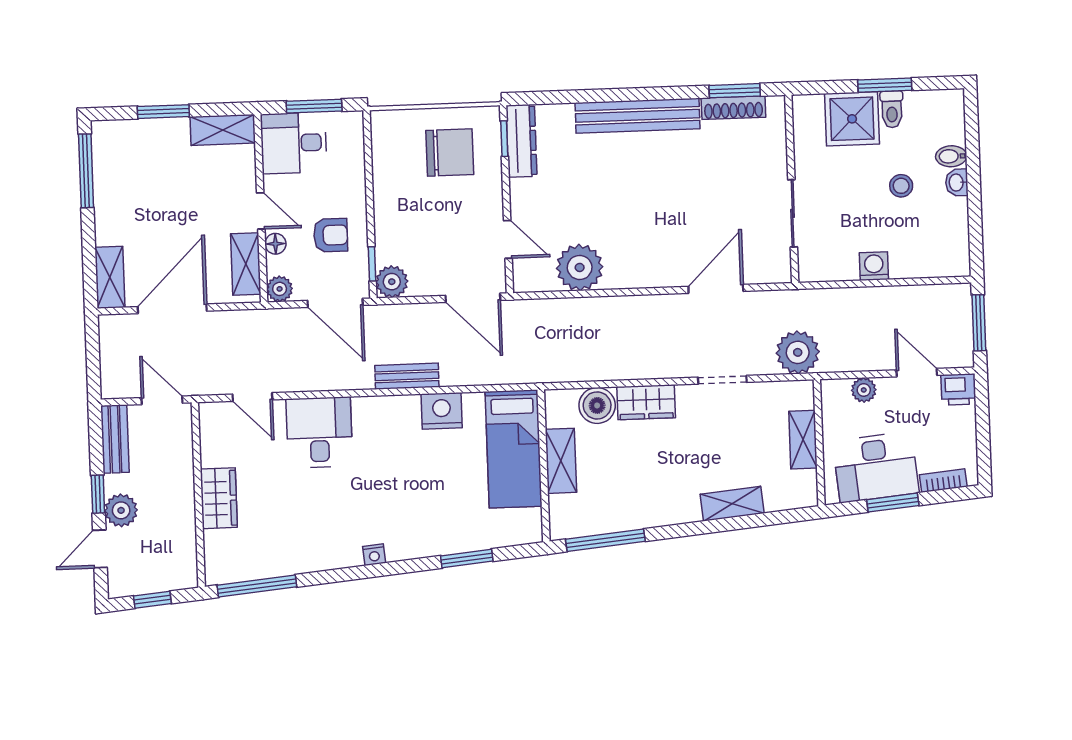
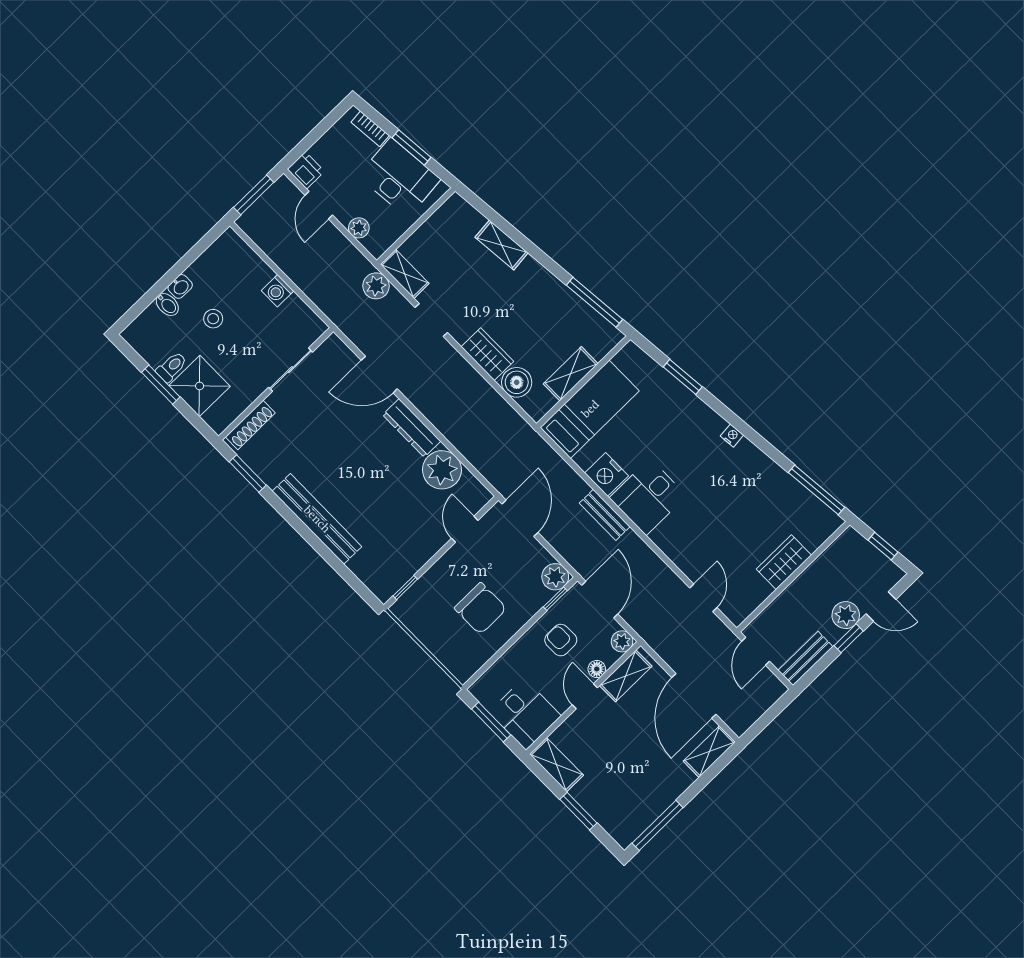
shoe rack: (733, 108) -> (250, 425), moved, turned 90
dresser: (521, 141) -> (412, 428), moved, turned -90
chair: (450, 152) -> (480, 608), moved, turned 180
door: (172, 309) -> (694, 696), hinge flipped
plant: (798, 352) -> (376, 286), width x0.73, depth x0.73
desk: (319, 432) -> (648, 497), moved
shelving: (803, 440) -> (405, 274), moved, turned 90

